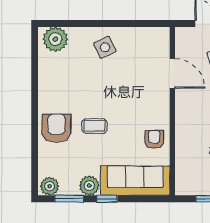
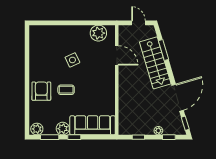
plant: (55, 39) -> (98, 33), moved
side table: (105, 47) -> (72, 60), moved
armchair: (154, 139) -> (105, 98), removed

